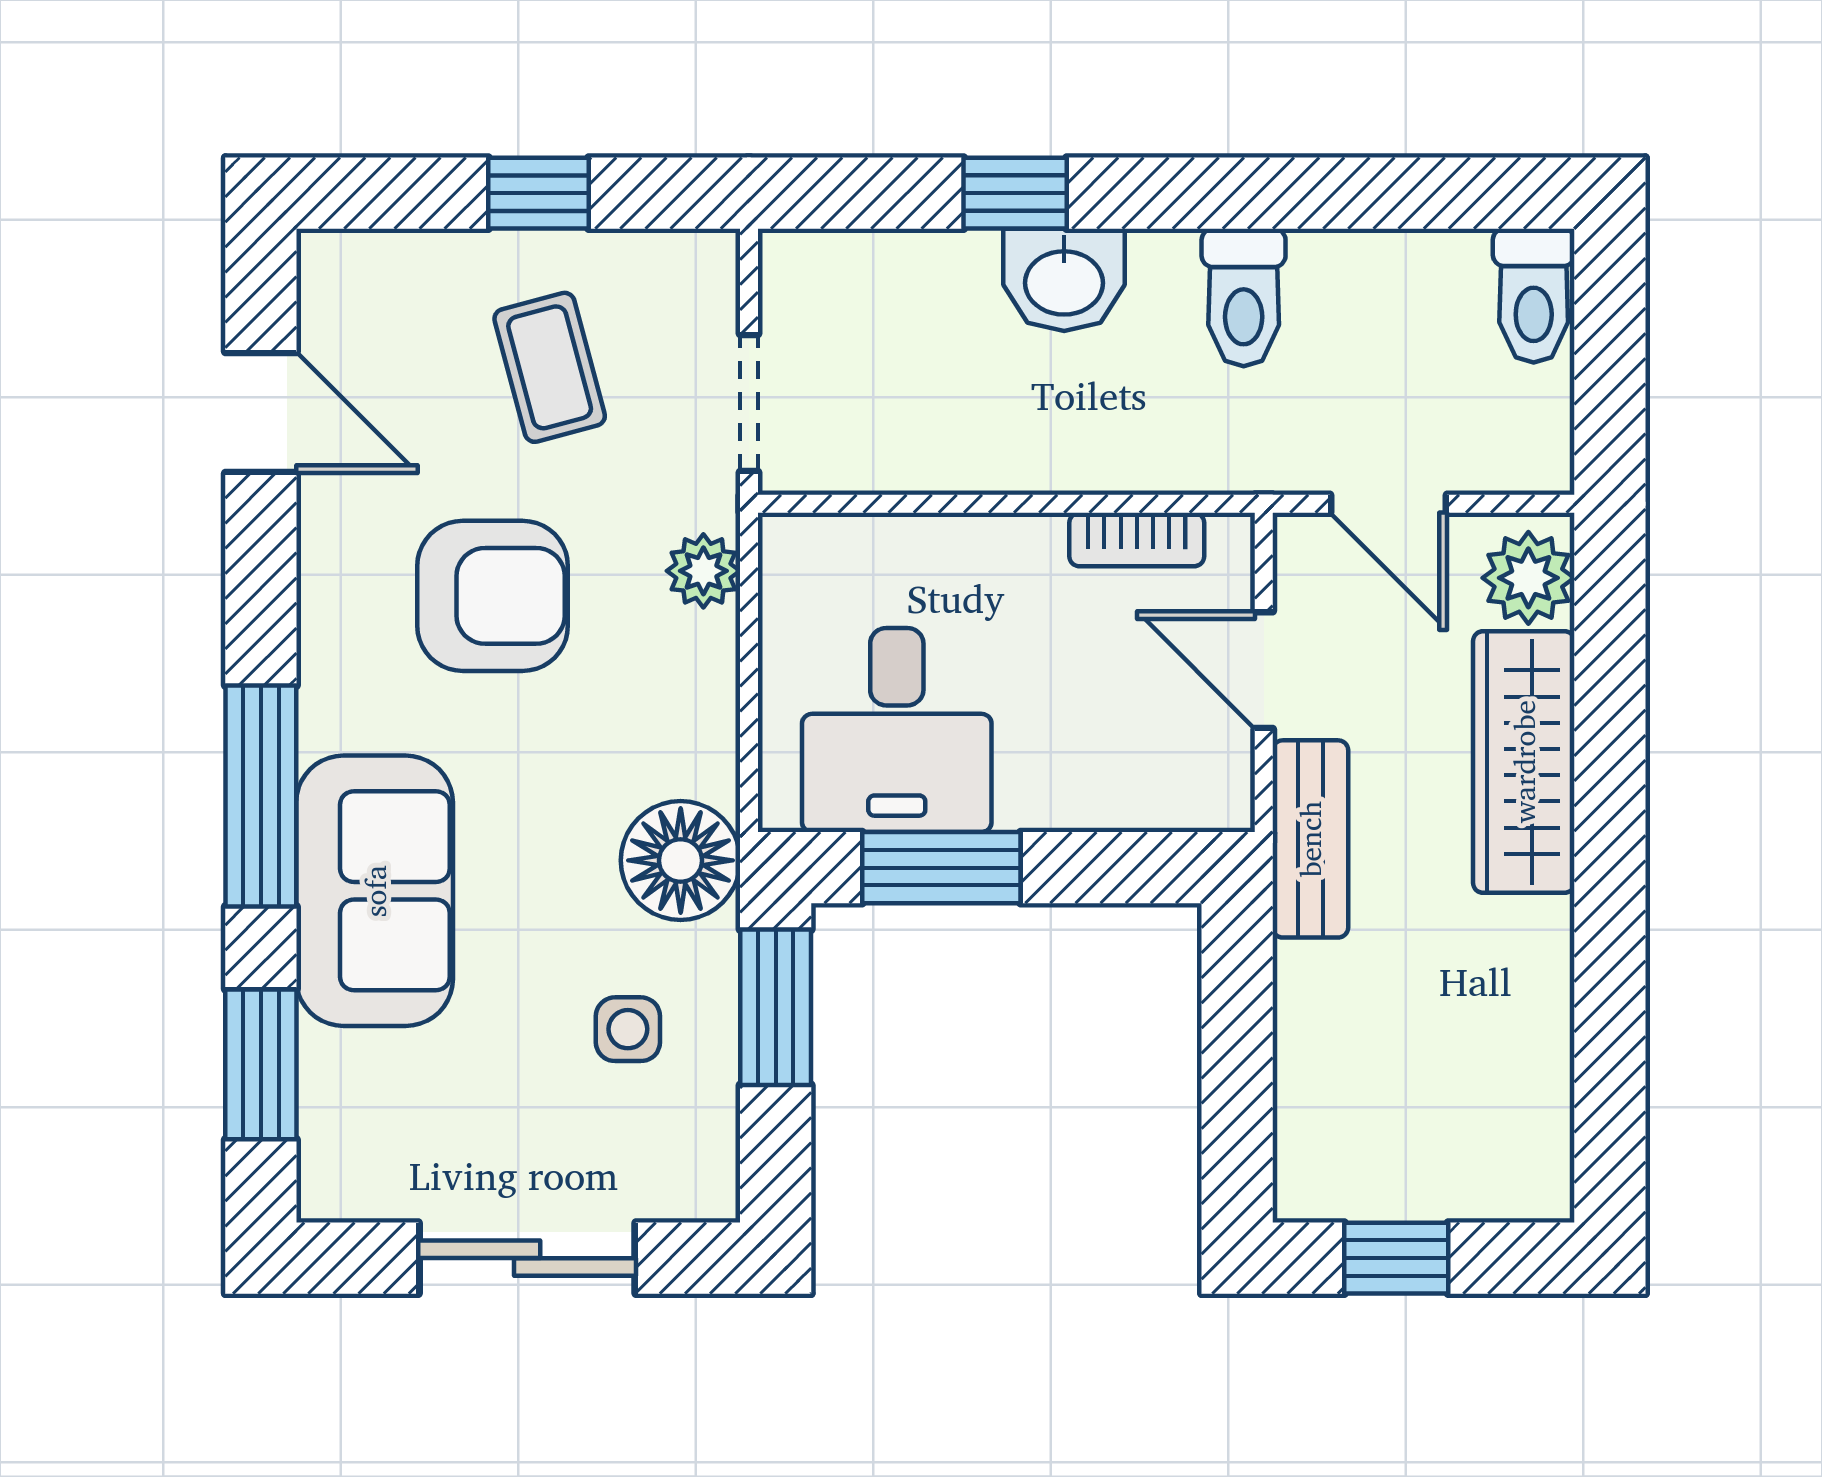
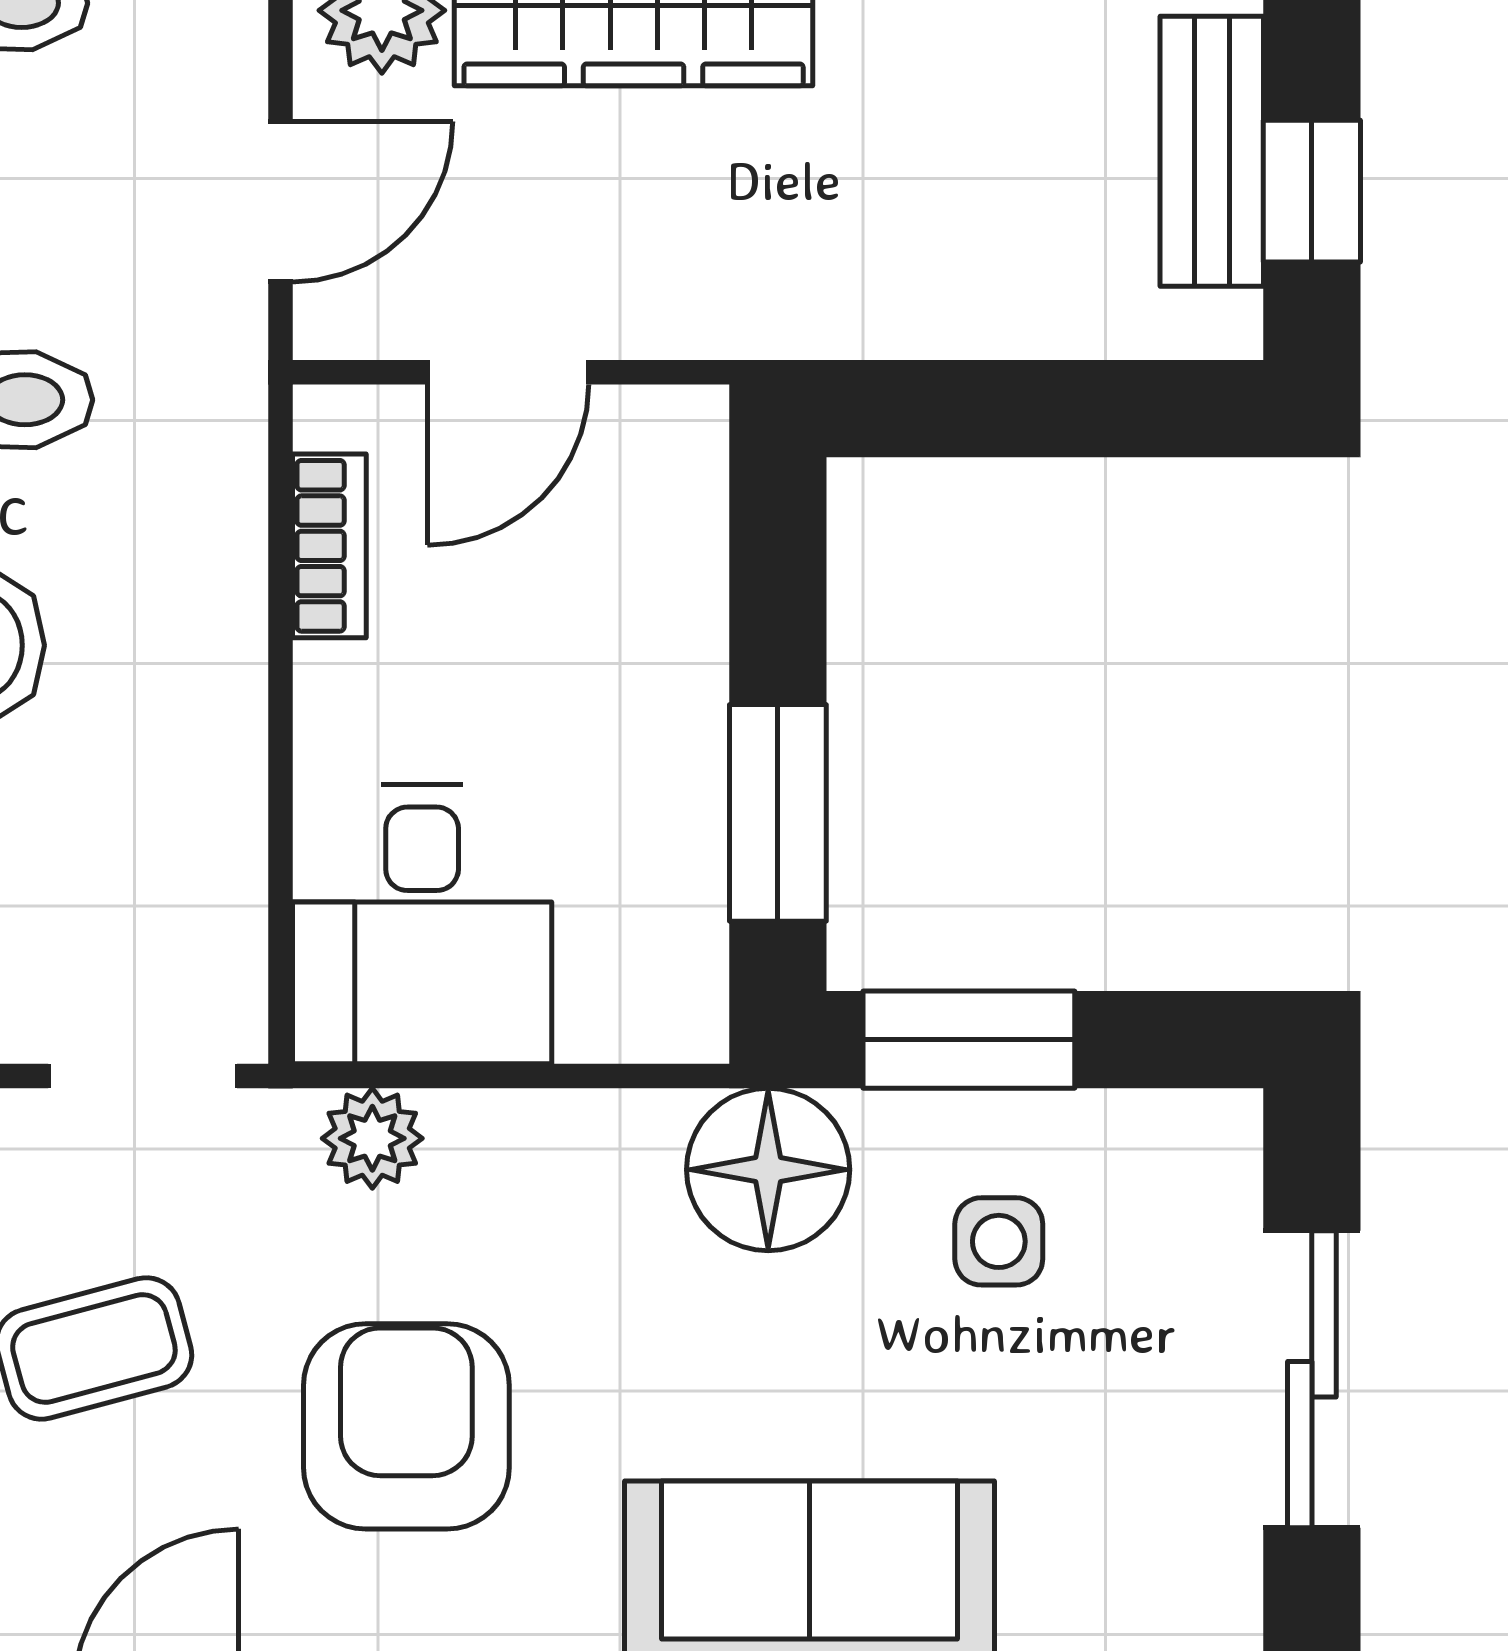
desk: (897, 730) -> (422, 924), moved, turned 90
bench: (1310, 839) -> (1212, 151), moved, turned 90

